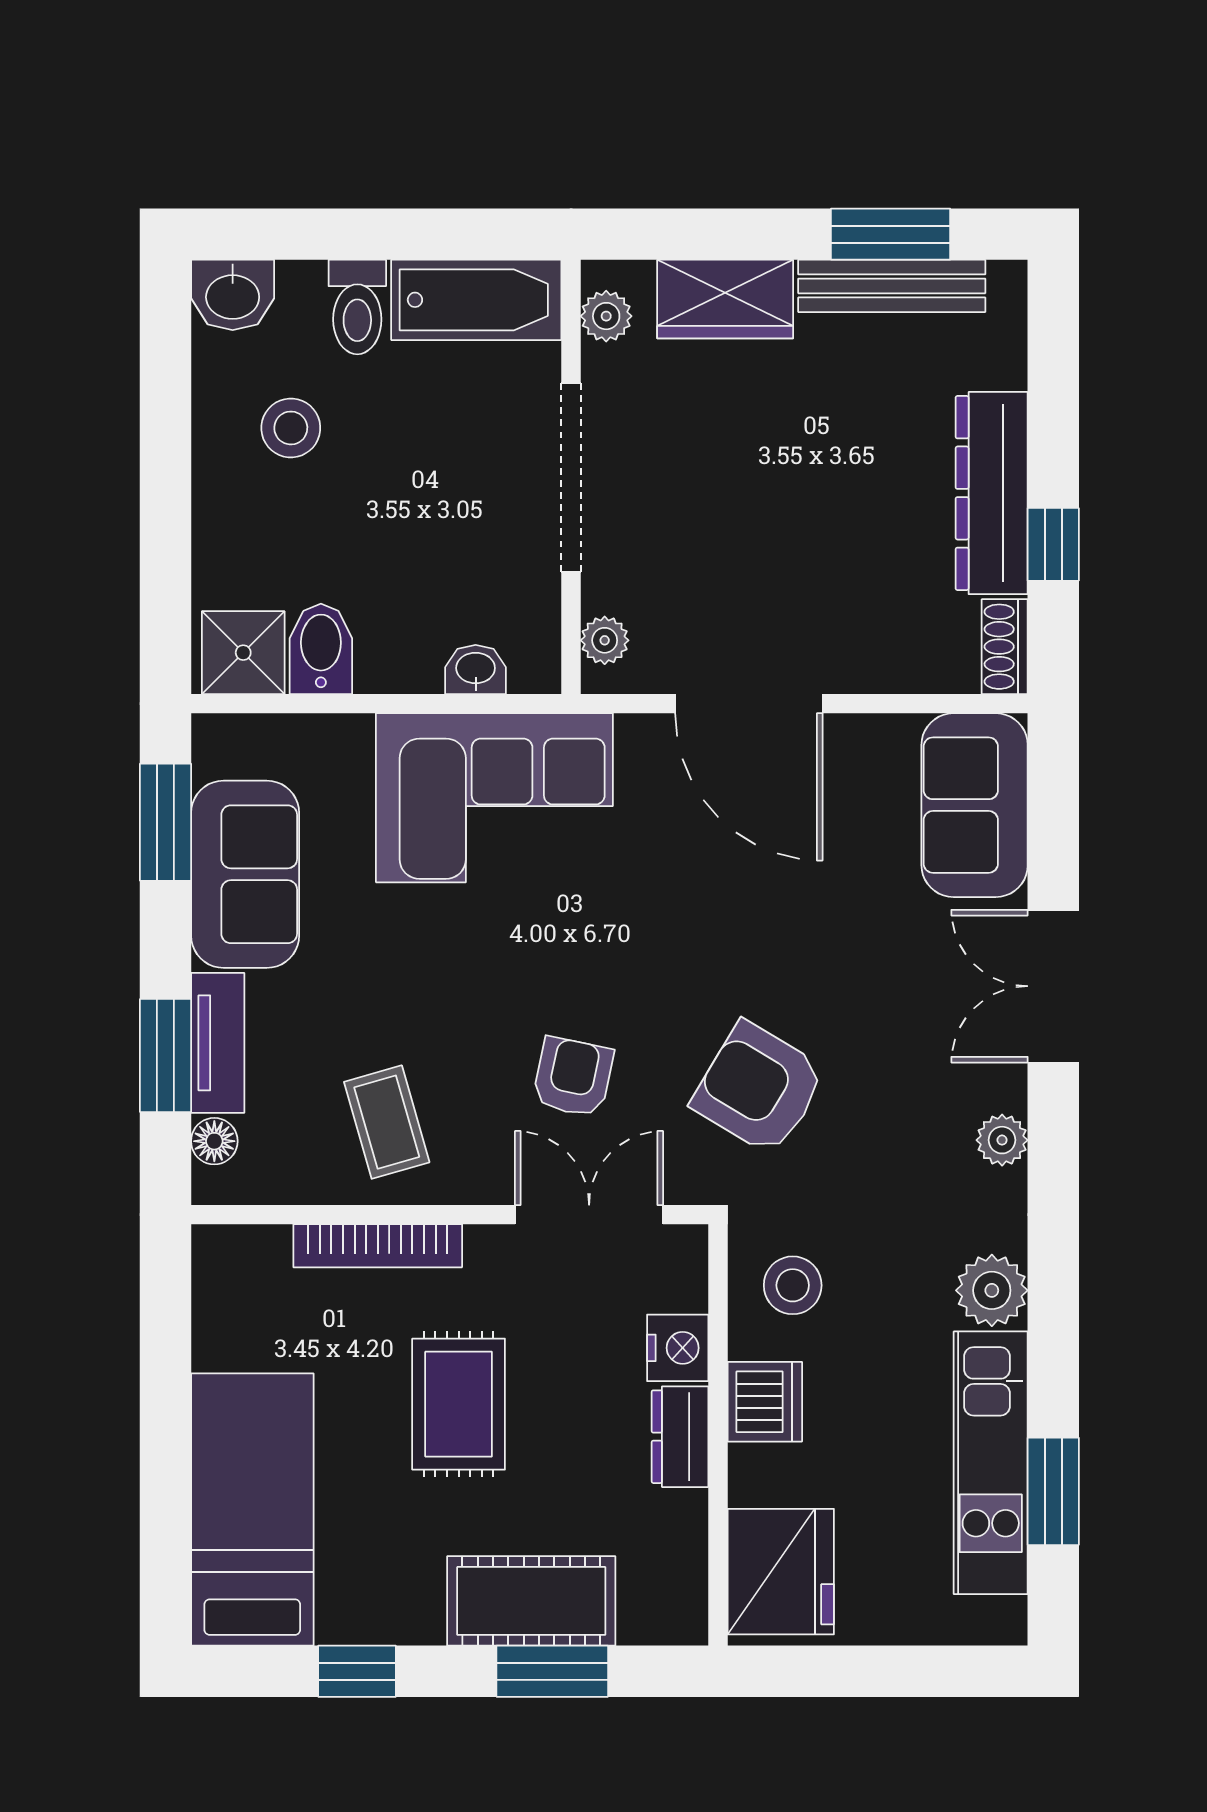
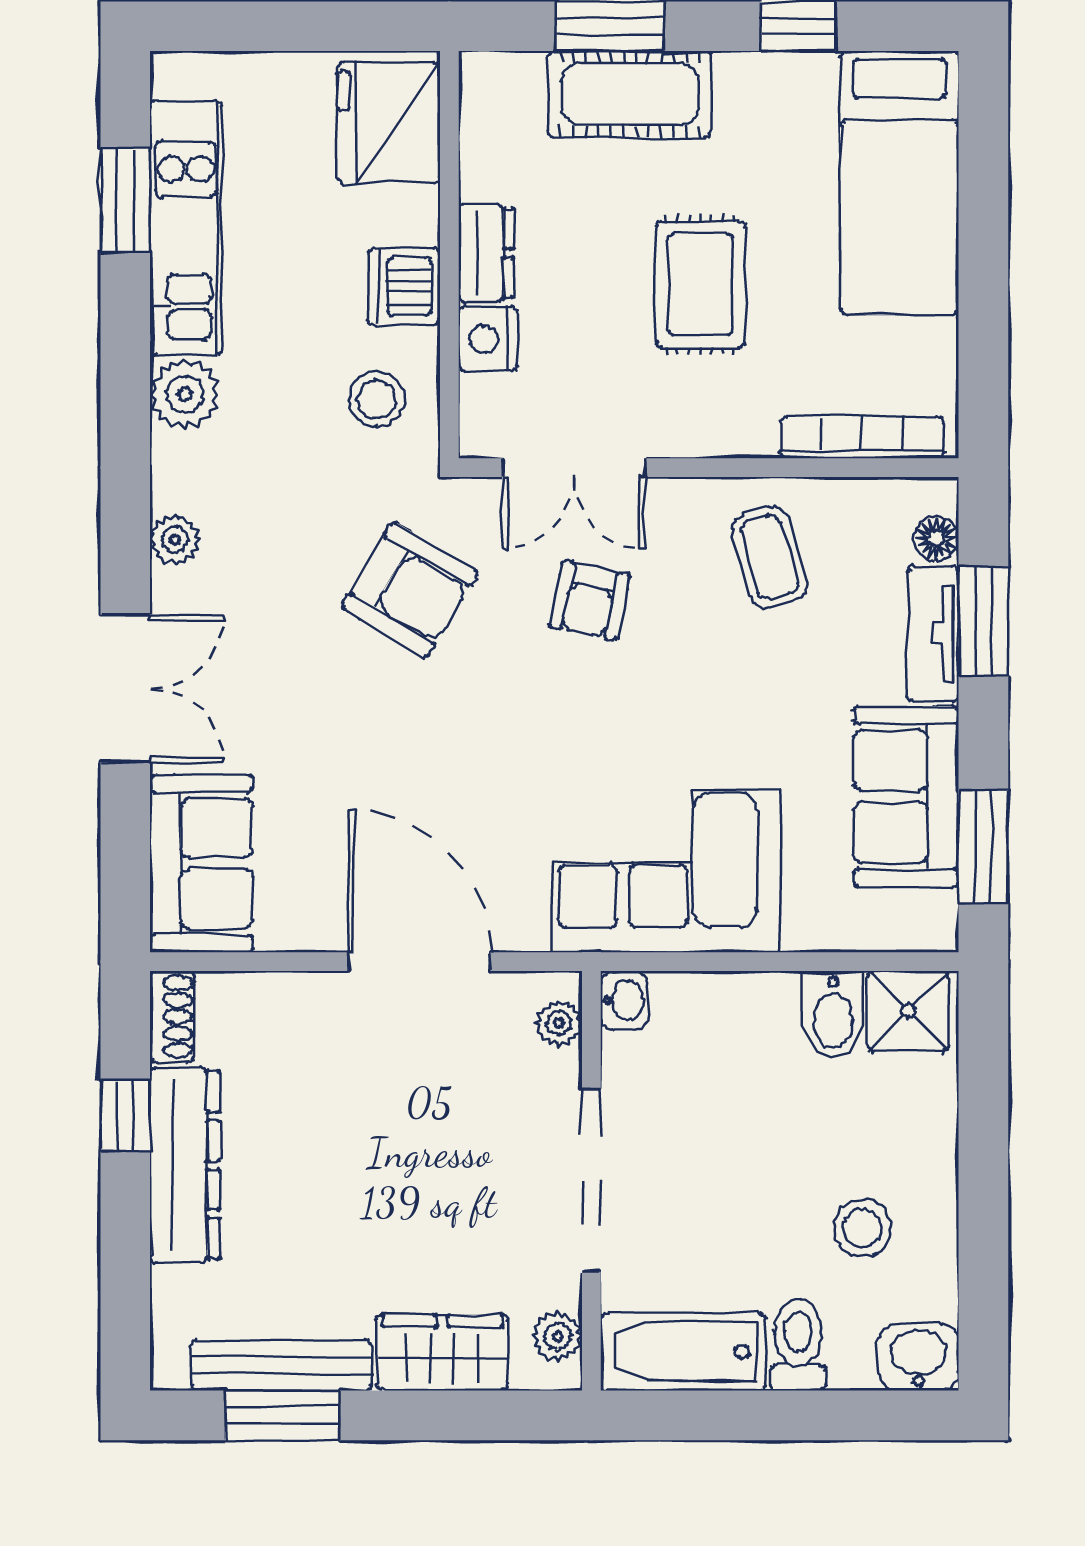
washbasin: (476, 669) -> (624, 1000), moved, turned -90
bookcase: (378, 1246) -> (862, 438), moved

